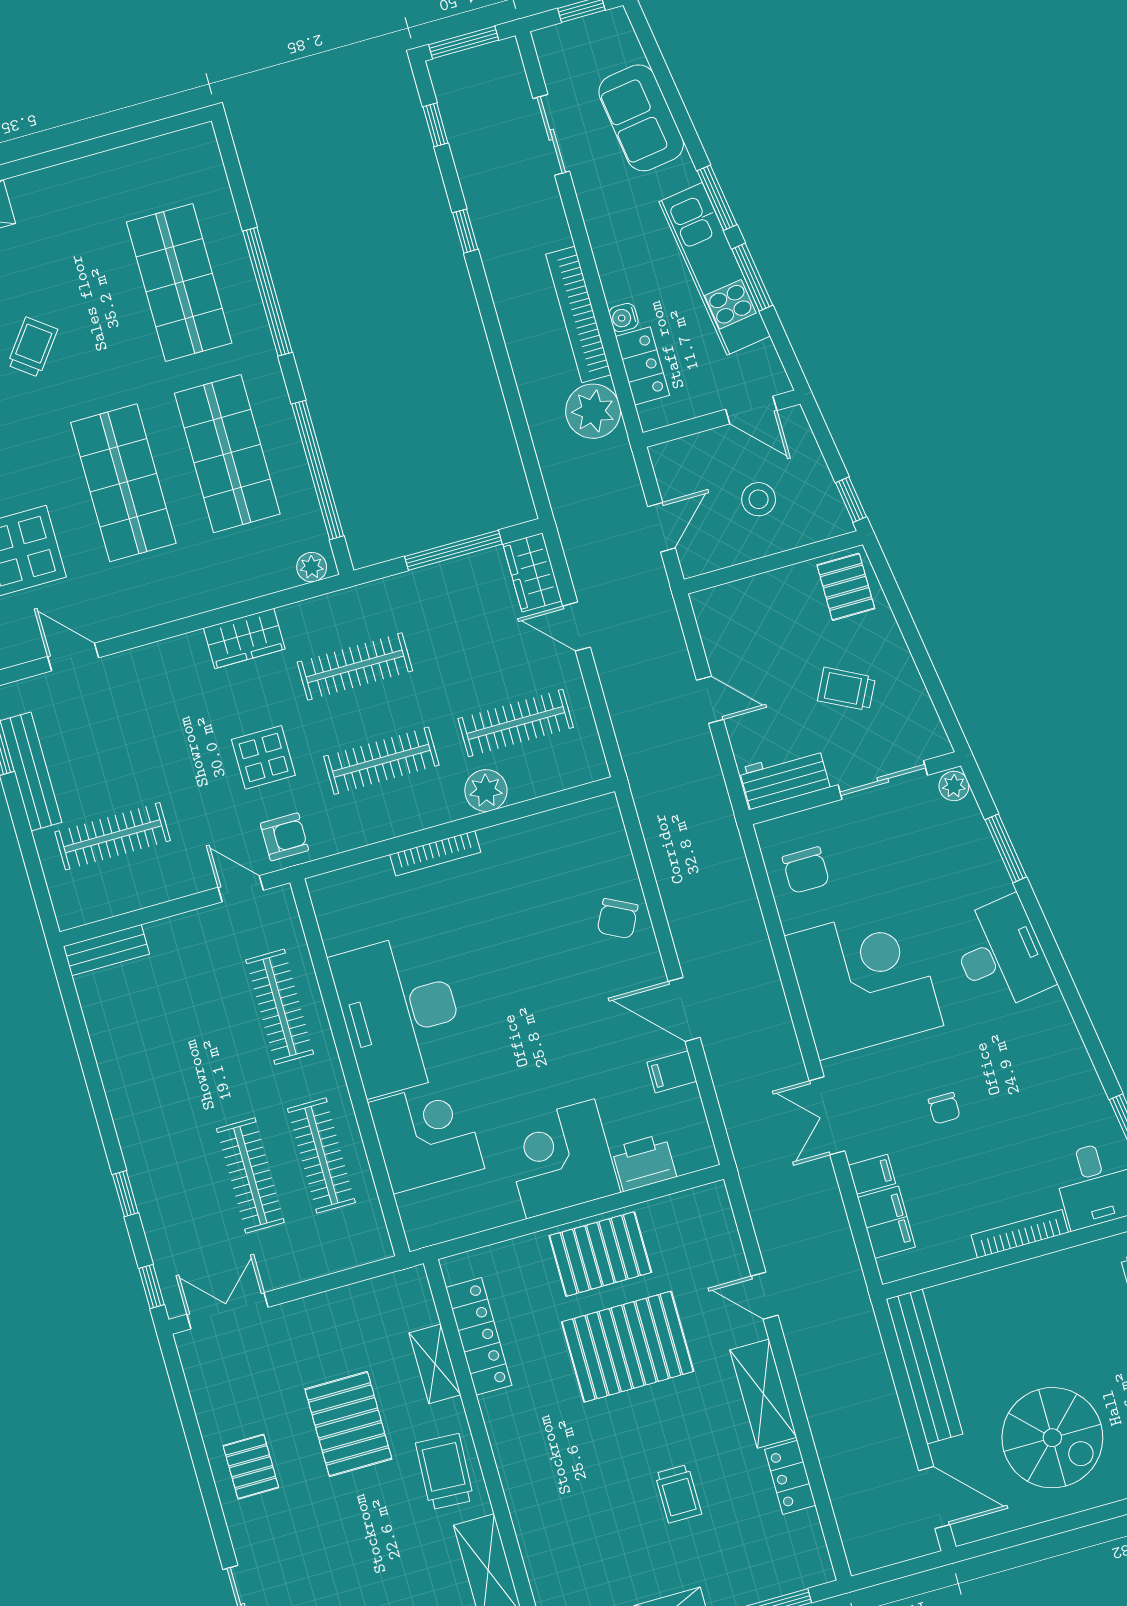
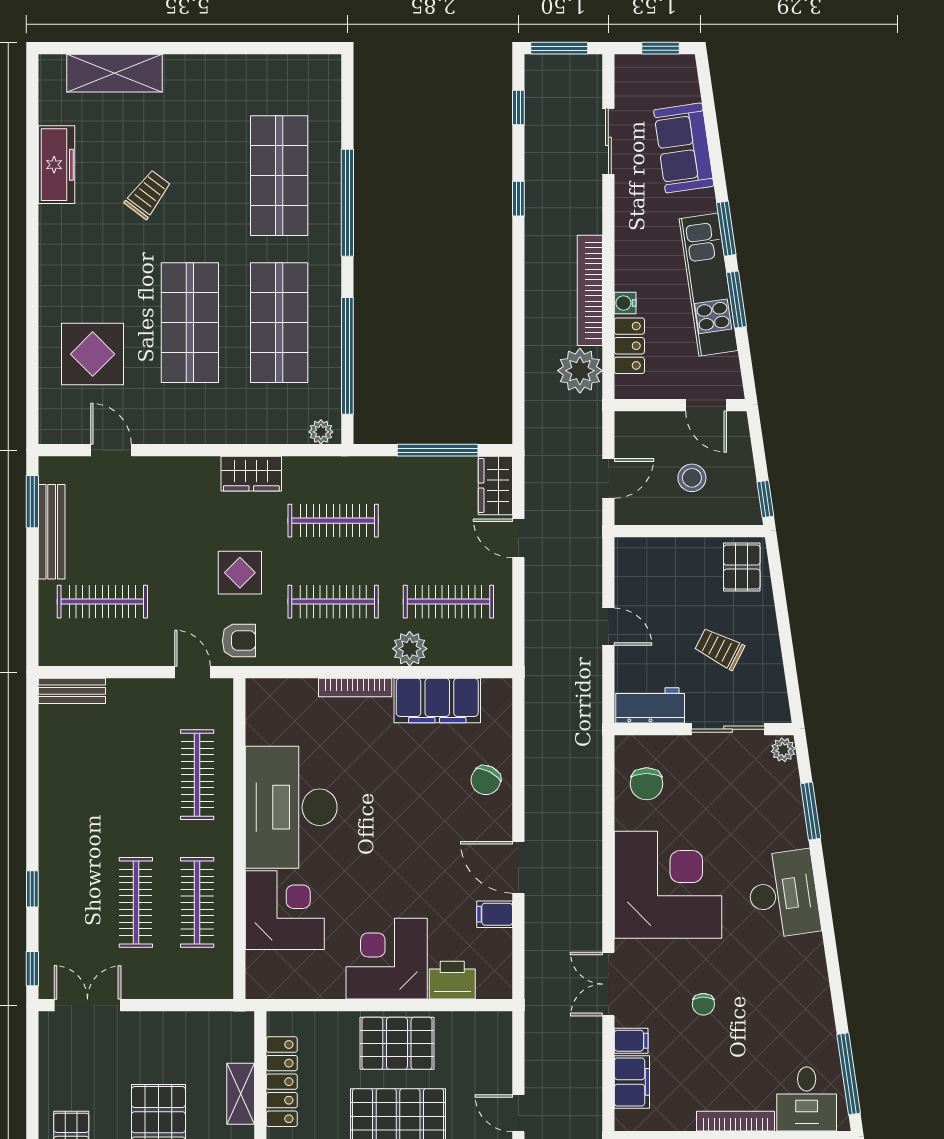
filing cabinet: (535, 842) -> (437, 700), added

